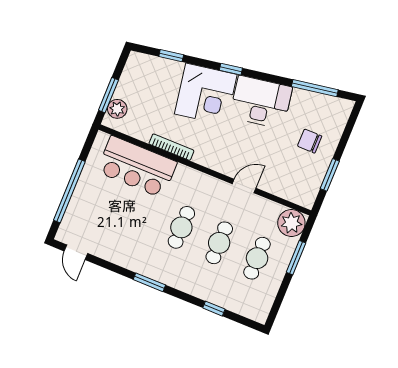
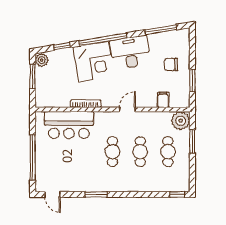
window: (231, 69) -> (103, 39), width x3.17
window: (108, 95) -> (33, 76), moved
plant: (117, 109) -> (42, 60), moved
filing cabinet: (279, 185) -> (163, 100), added
door: (244, 186) -> (127, 110), moved
window: (149, 282) -> (96, 194), moved
window: (214, 309) -> (177, 194), moved

